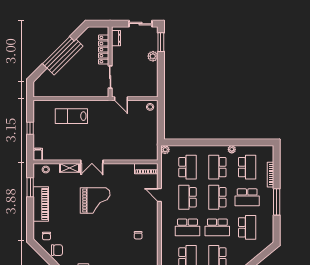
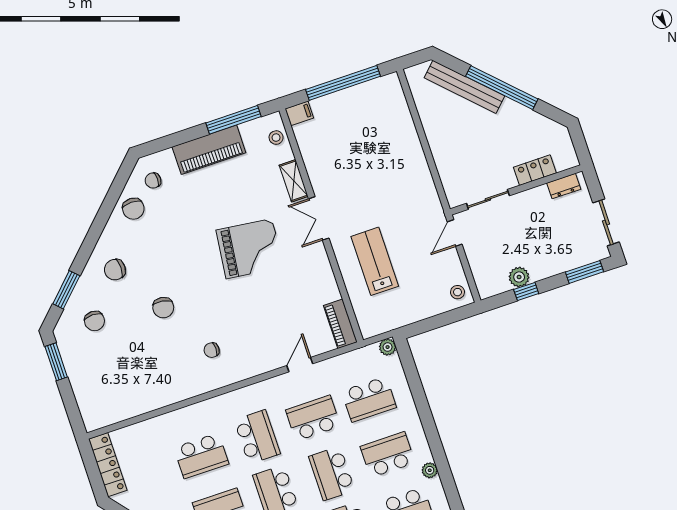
locker: (104, 50) -> (535, 170), width x0.66
plant: (153, 56) -> (519, 277), moved
bench: (65, 57) -> (464, 87), moved
window: (161, 74) -> (526, 292), added
lab bench: (71, 116) -> (375, 261), moved
window: (30, 128) -> (343, 83), width x3.17
window: (30, 187) -> (233, 120), width x1.44
school desk: (217, 197) -> (332, 473), turned -90
grand piano: (95, 201) -> (249, 249), turned -83
school desk: (187, 227) -> (257, 437), turned 180
chair: (110, 252) -> (163, 308), added

